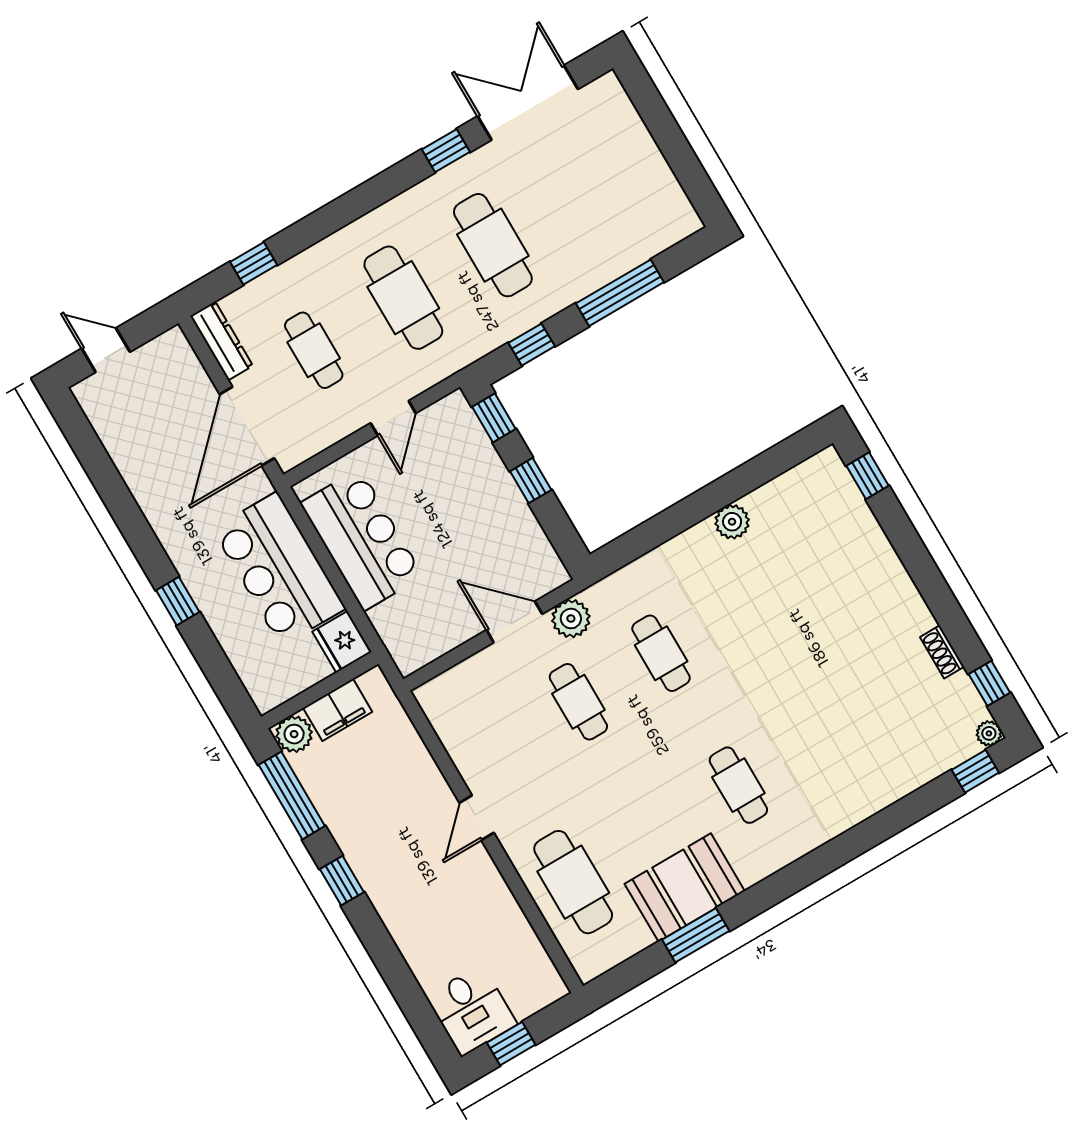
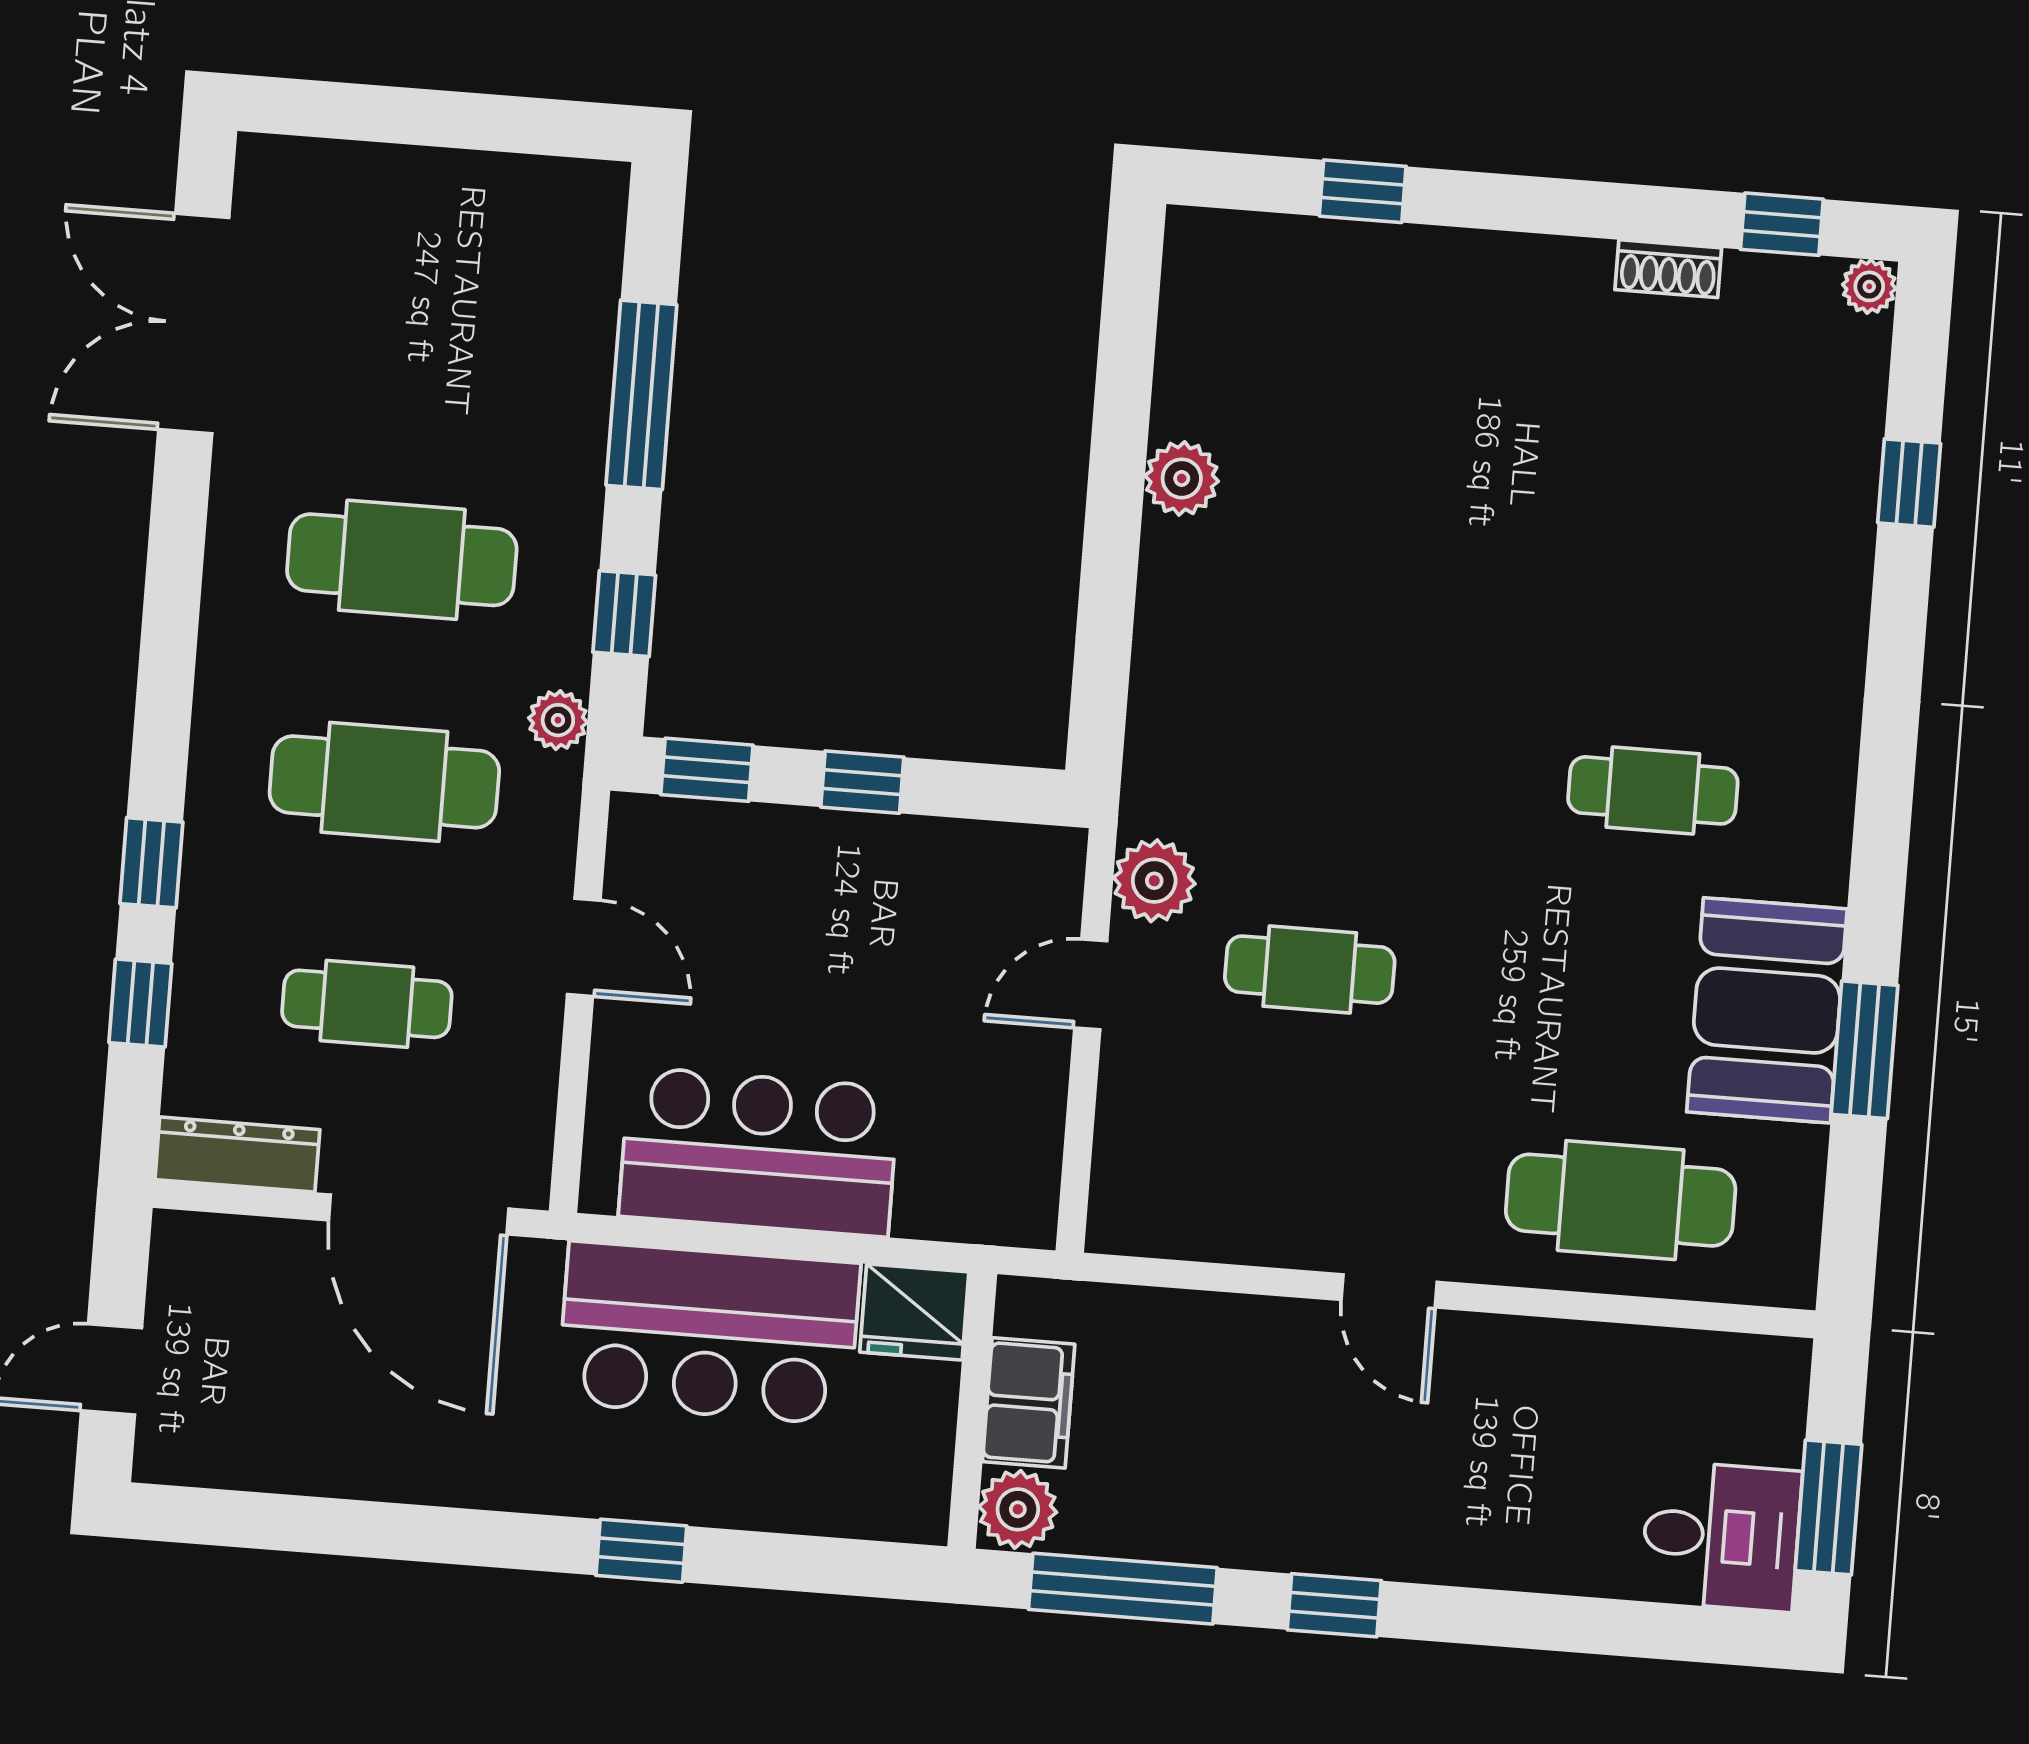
window: (446, 151) -> (151, 863), moved
plant: (473, 348) -> (558, 720), added
window: (868, 476) -> (1363, 191), moved
door: (514, 622) -> (1091, 984), width x0.73
cafe table: (661, 653) -> (1326, 765), removed
window: (975, 771) -> (1909, 483), moved
window: (511, 1044) -> (1828, 1507), width x1.50

